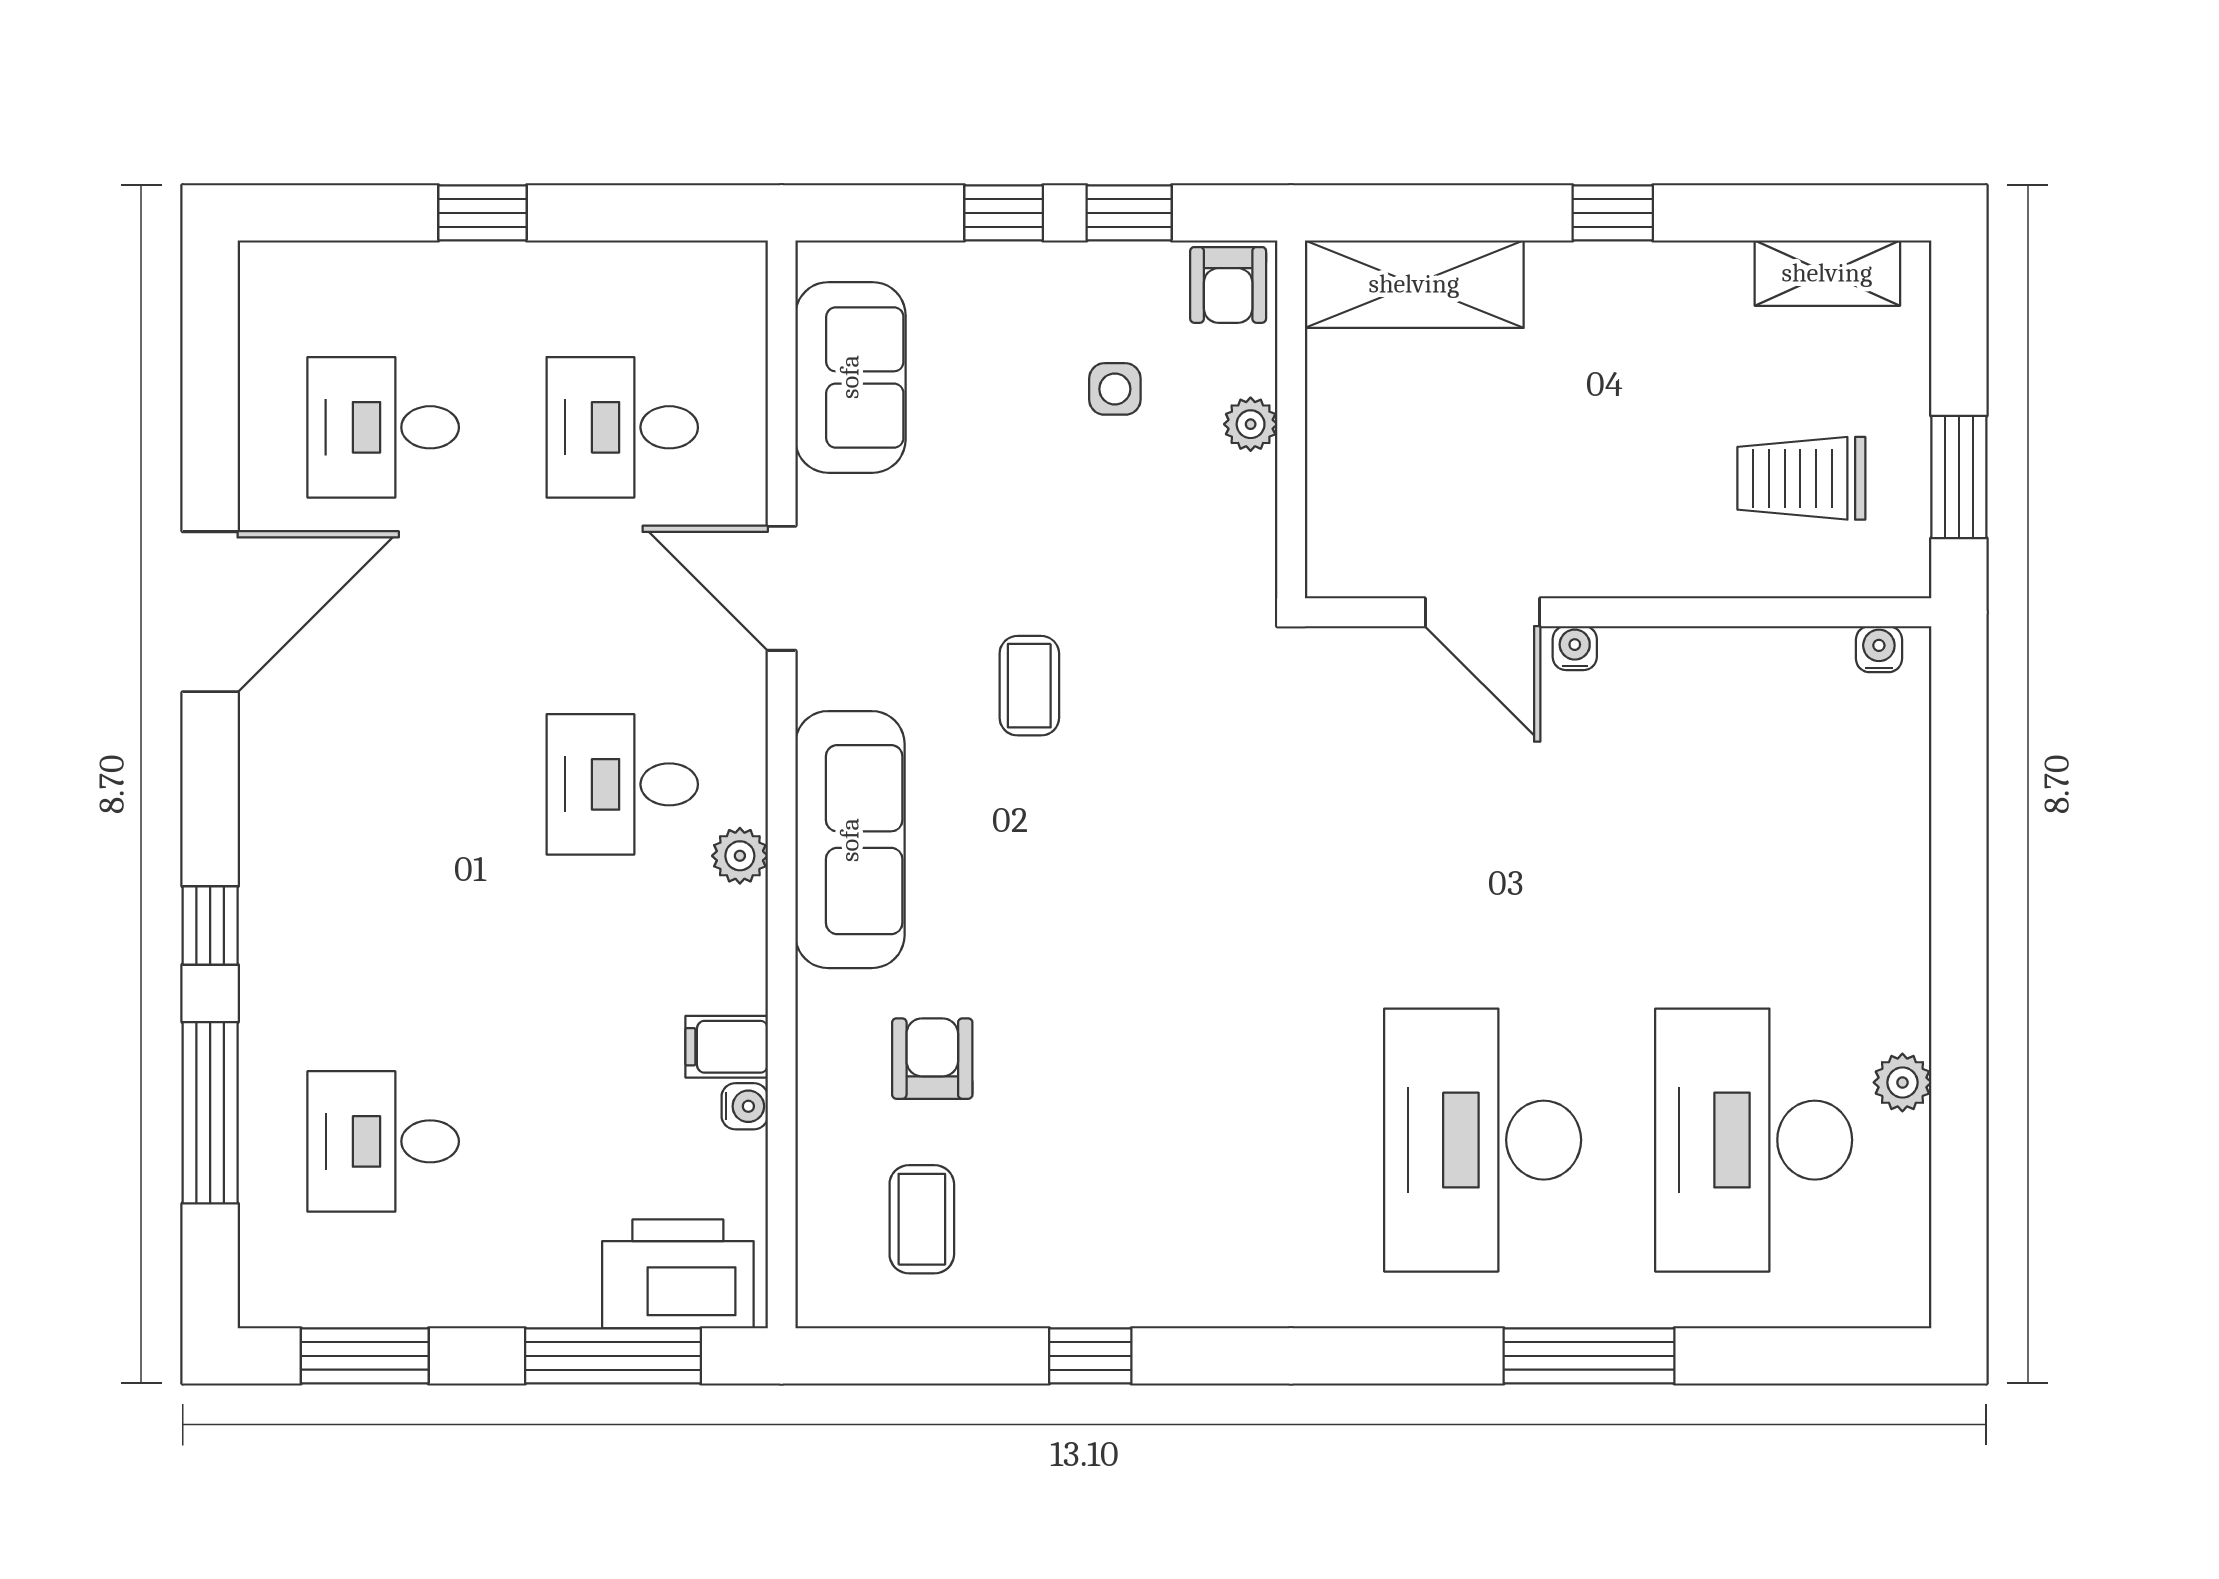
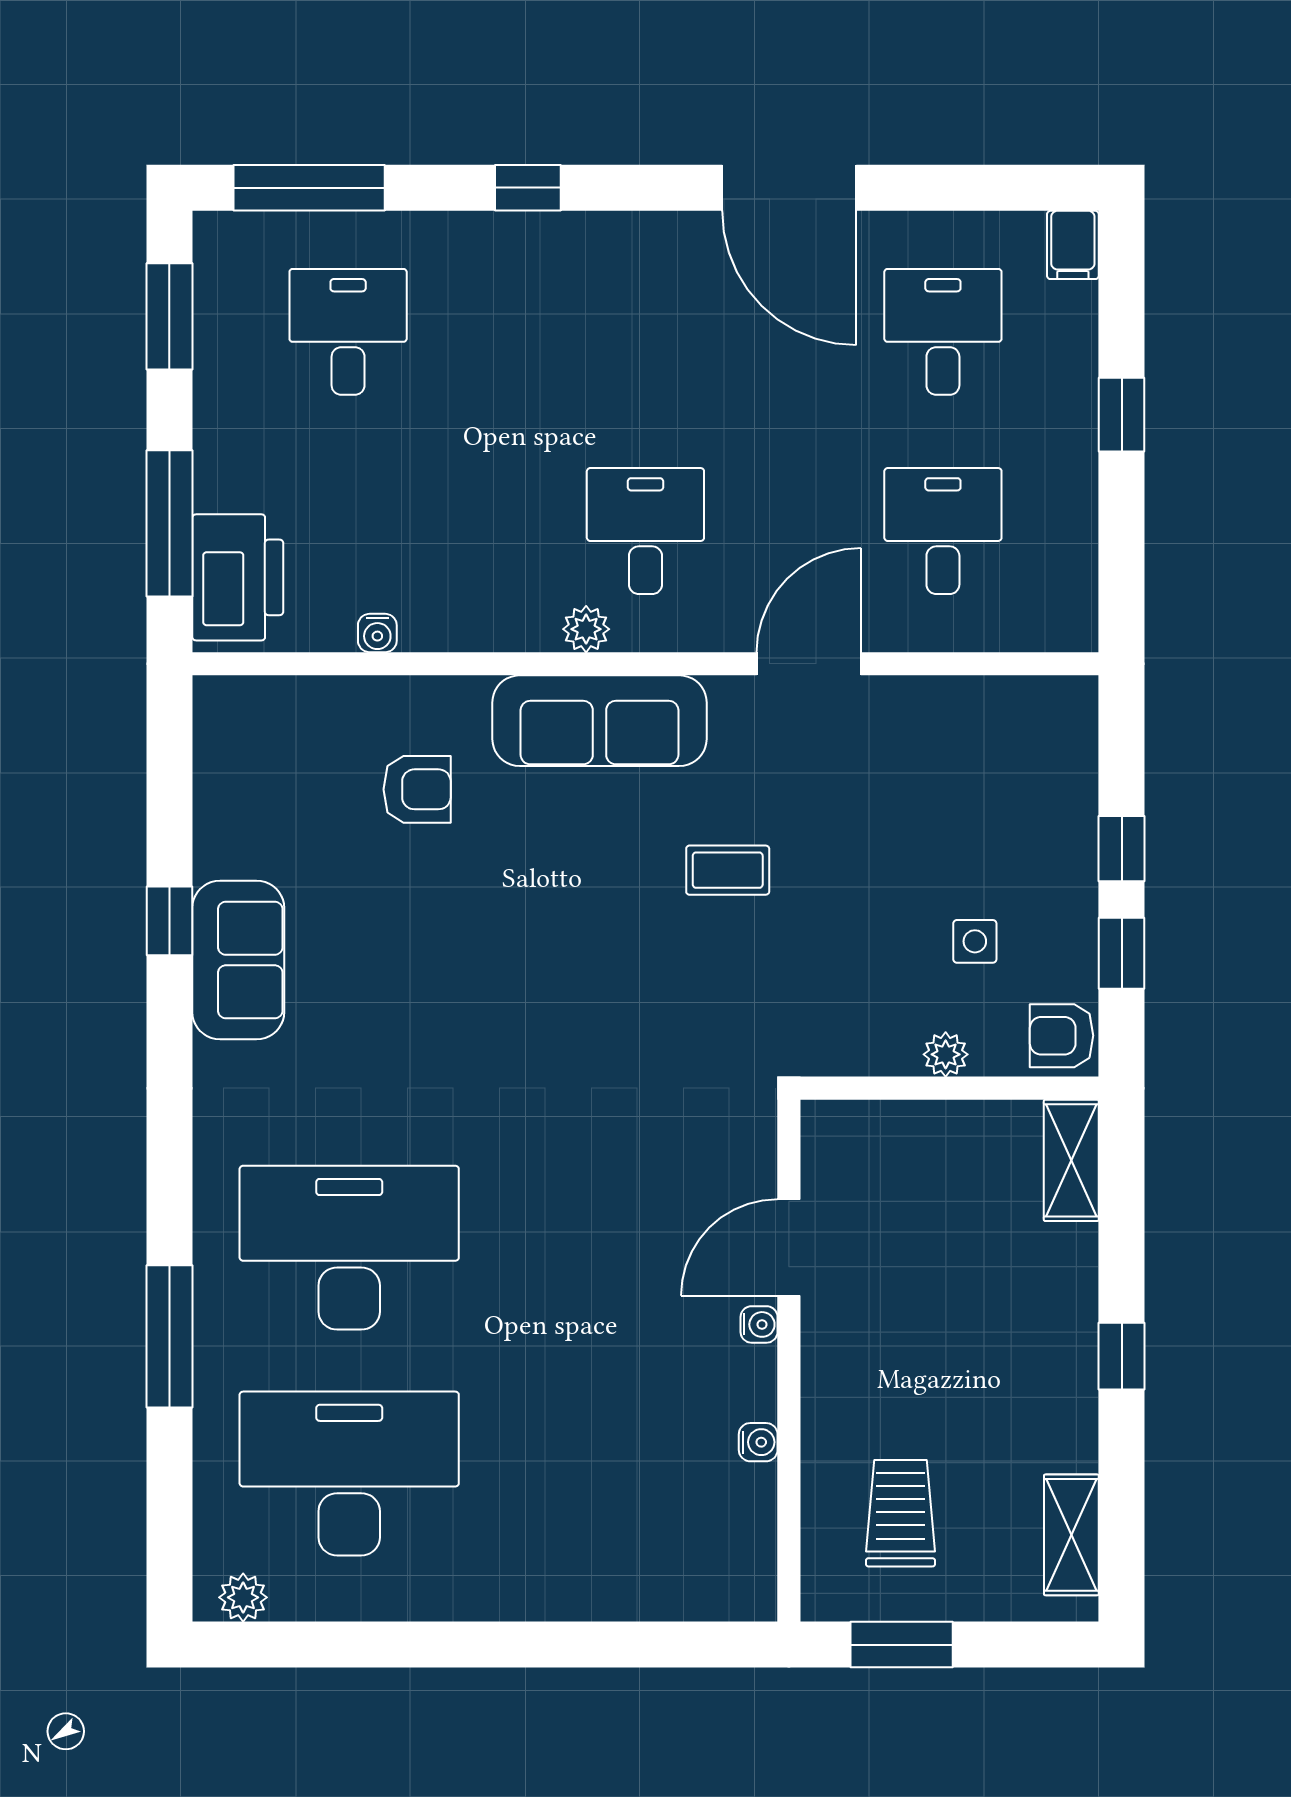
shelving: (1414, 284) -> (1071, 1160), width x0.67, depth x0.75
sofa: (850, 377) -> (238, 960), moved, turned -90
water cooler: (1879, 649) -> (758, 1442), moved
filing cabinet: (727, 1047) -> (1073, 245), moved, turned 180
plant: (1902, 1082) -> (243, 1597), moved
window: (210, 1113) -> (309, 188), moved
coffee table: (922, 1219) -> (283, 781), removed

